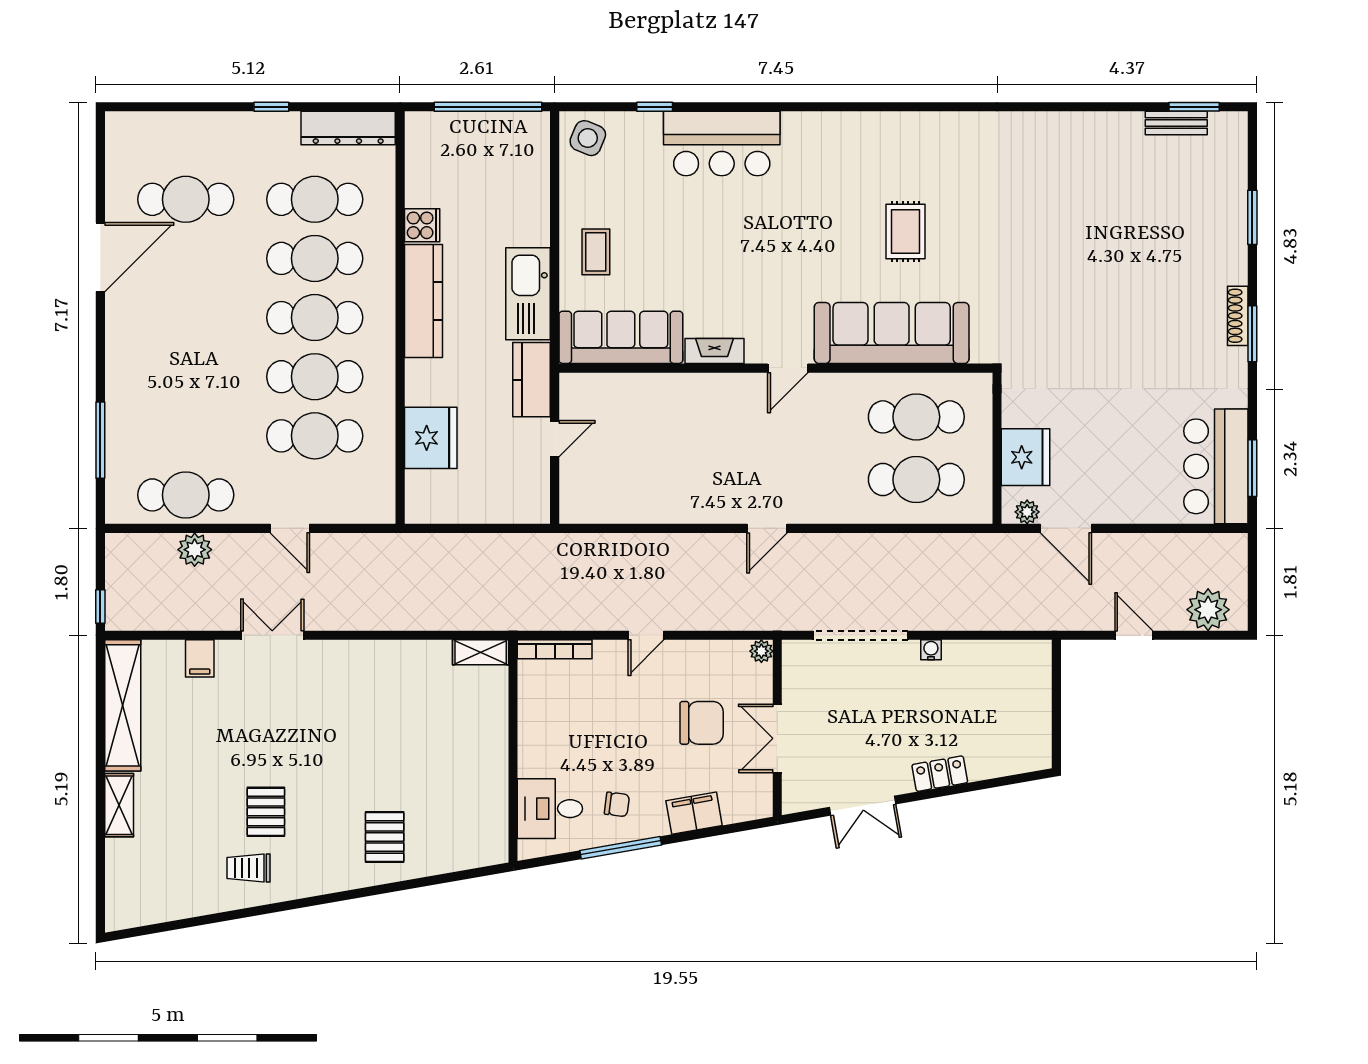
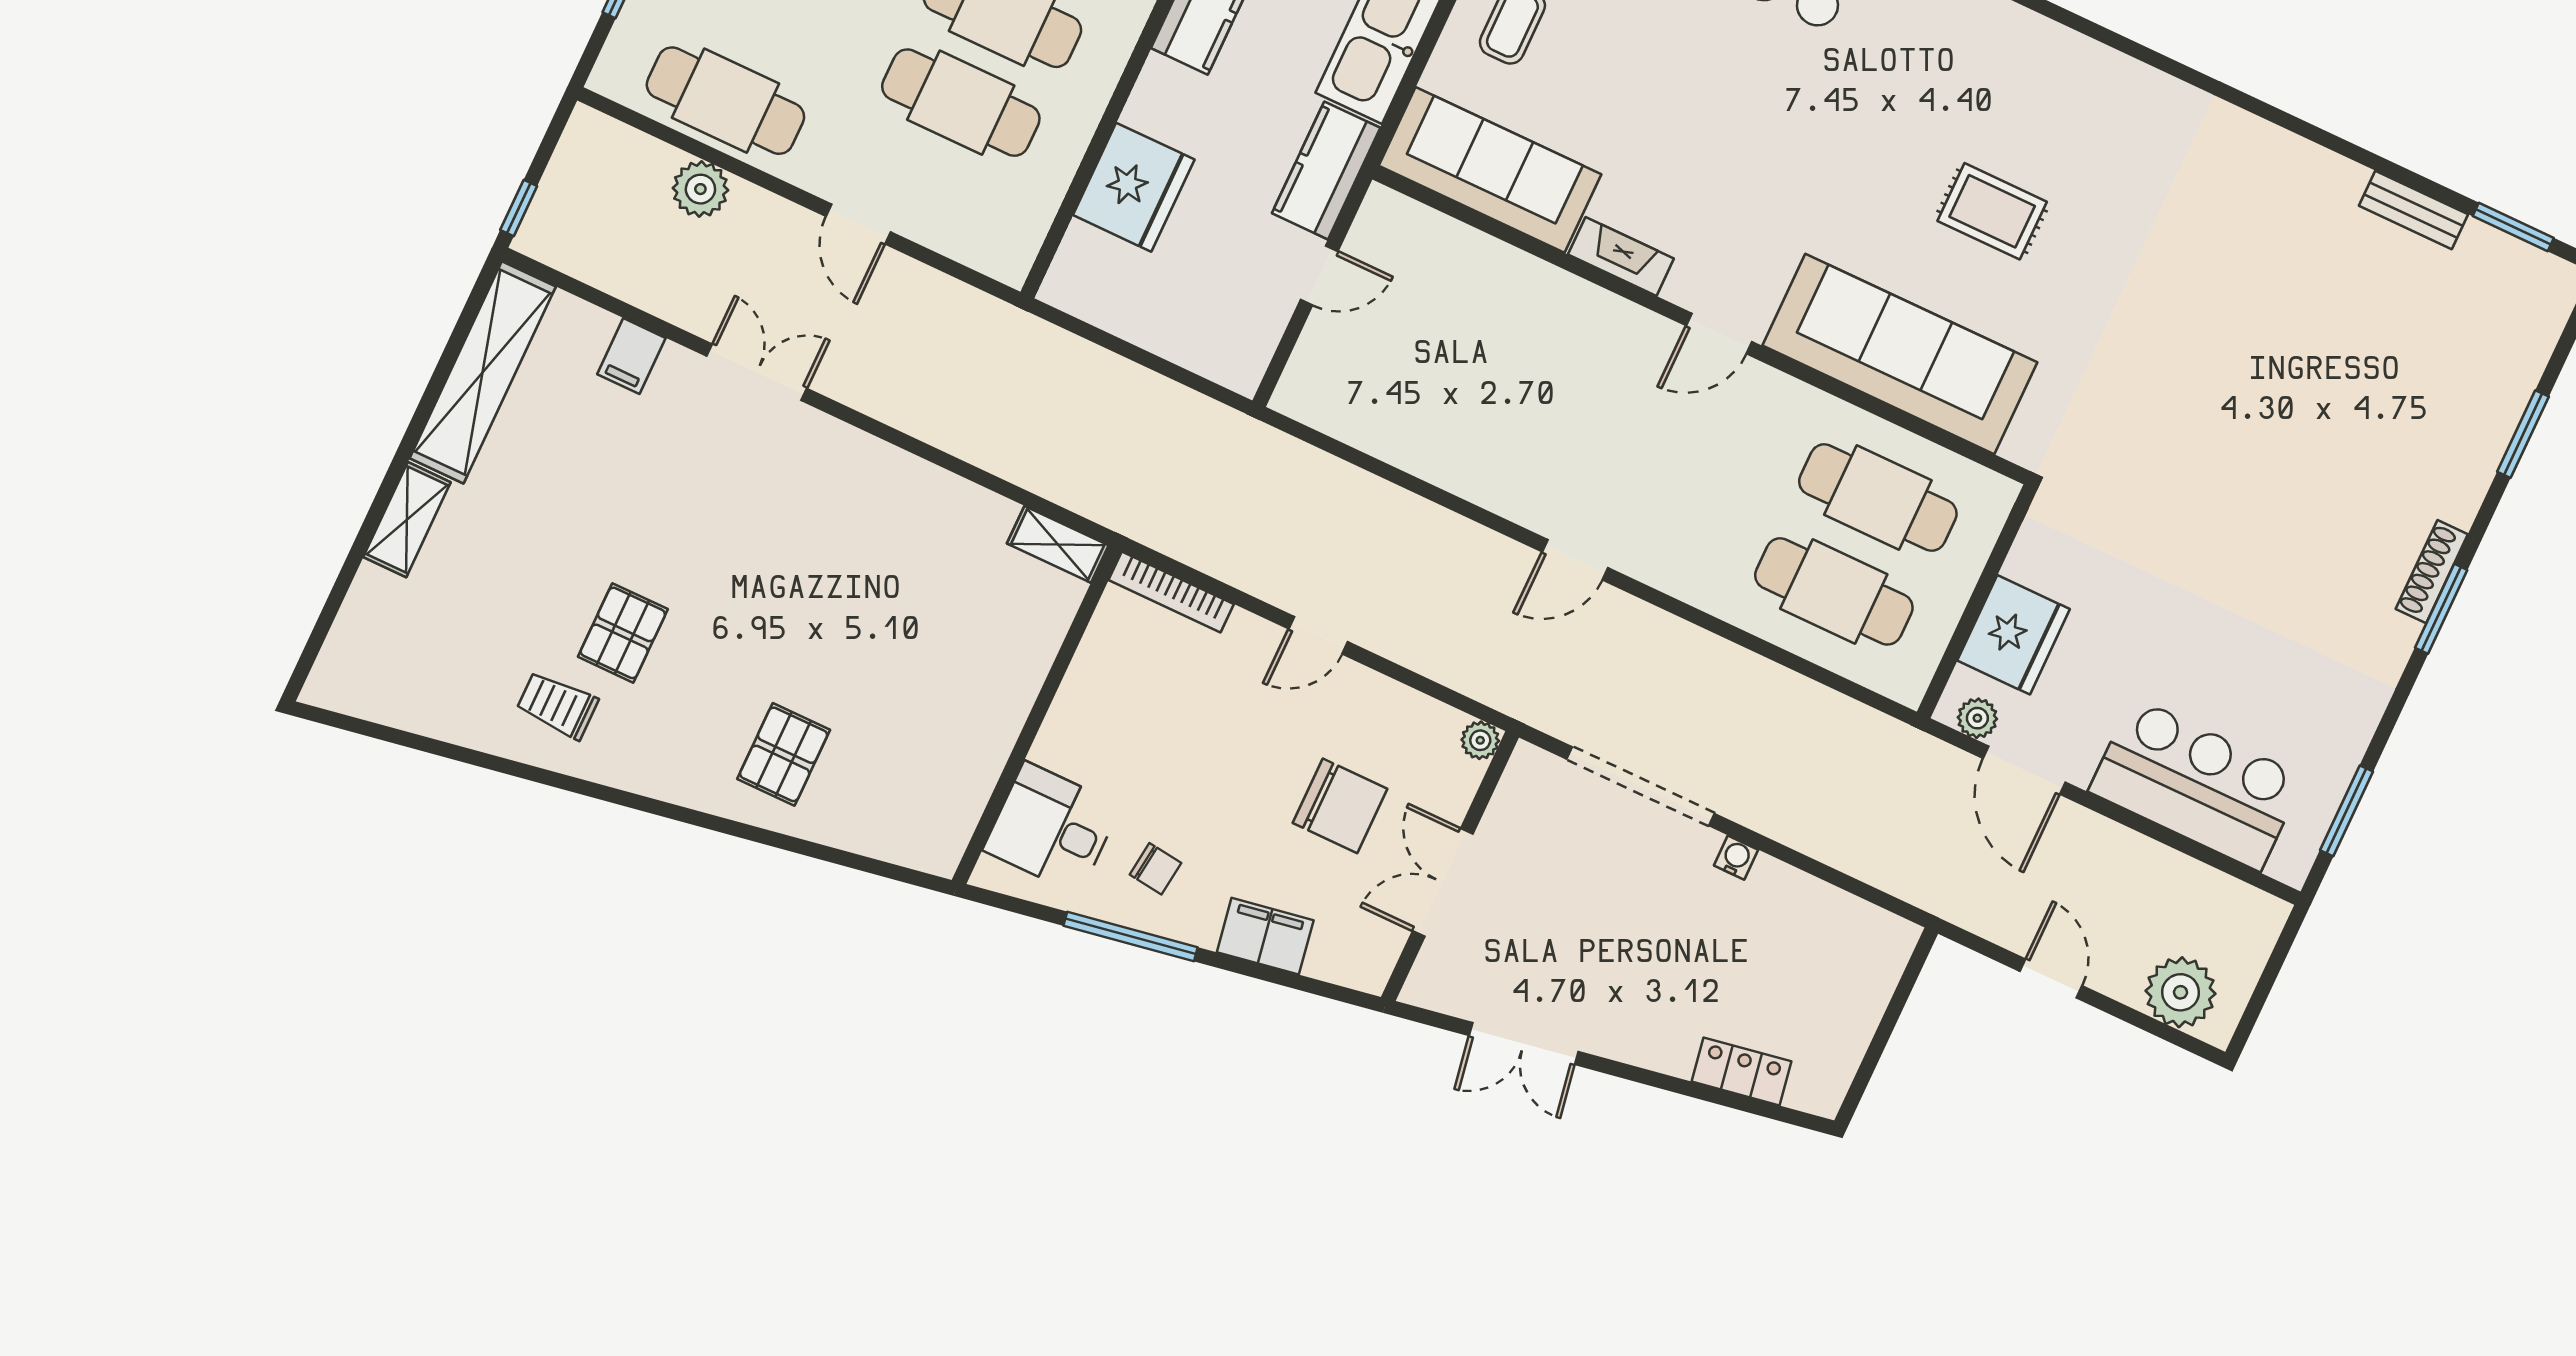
bench: (1176, 123) -> (2413, 210), moved
rug: (906, 232) -> (1992, 211), turned 90
bar counter: (1216, 466) -> (2196, 784), moved, turned 90
locker: (940, 774) -> (1741, 1071), moved

